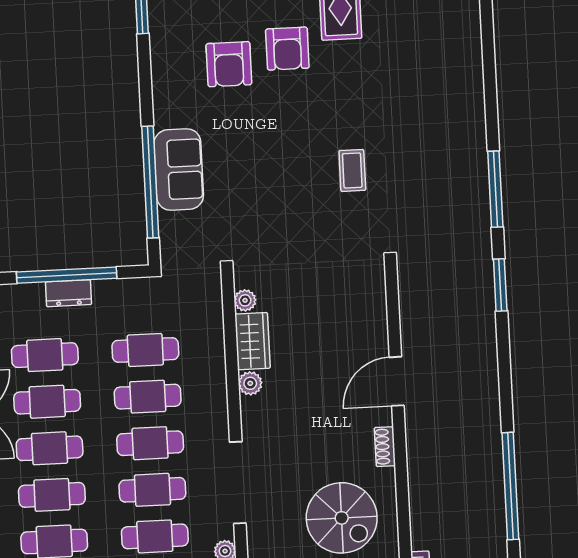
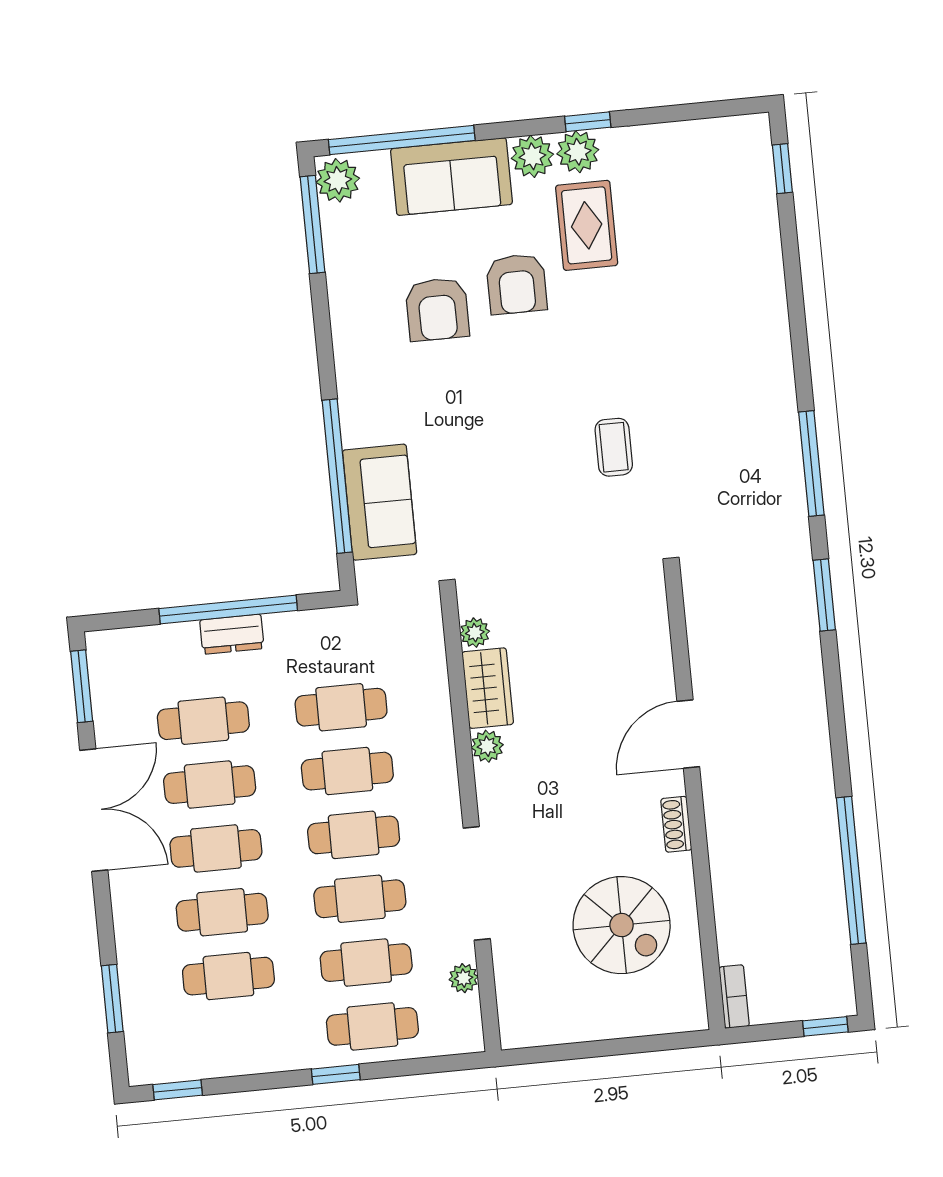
sofa: (179, 169) -> (380, 502), moved

